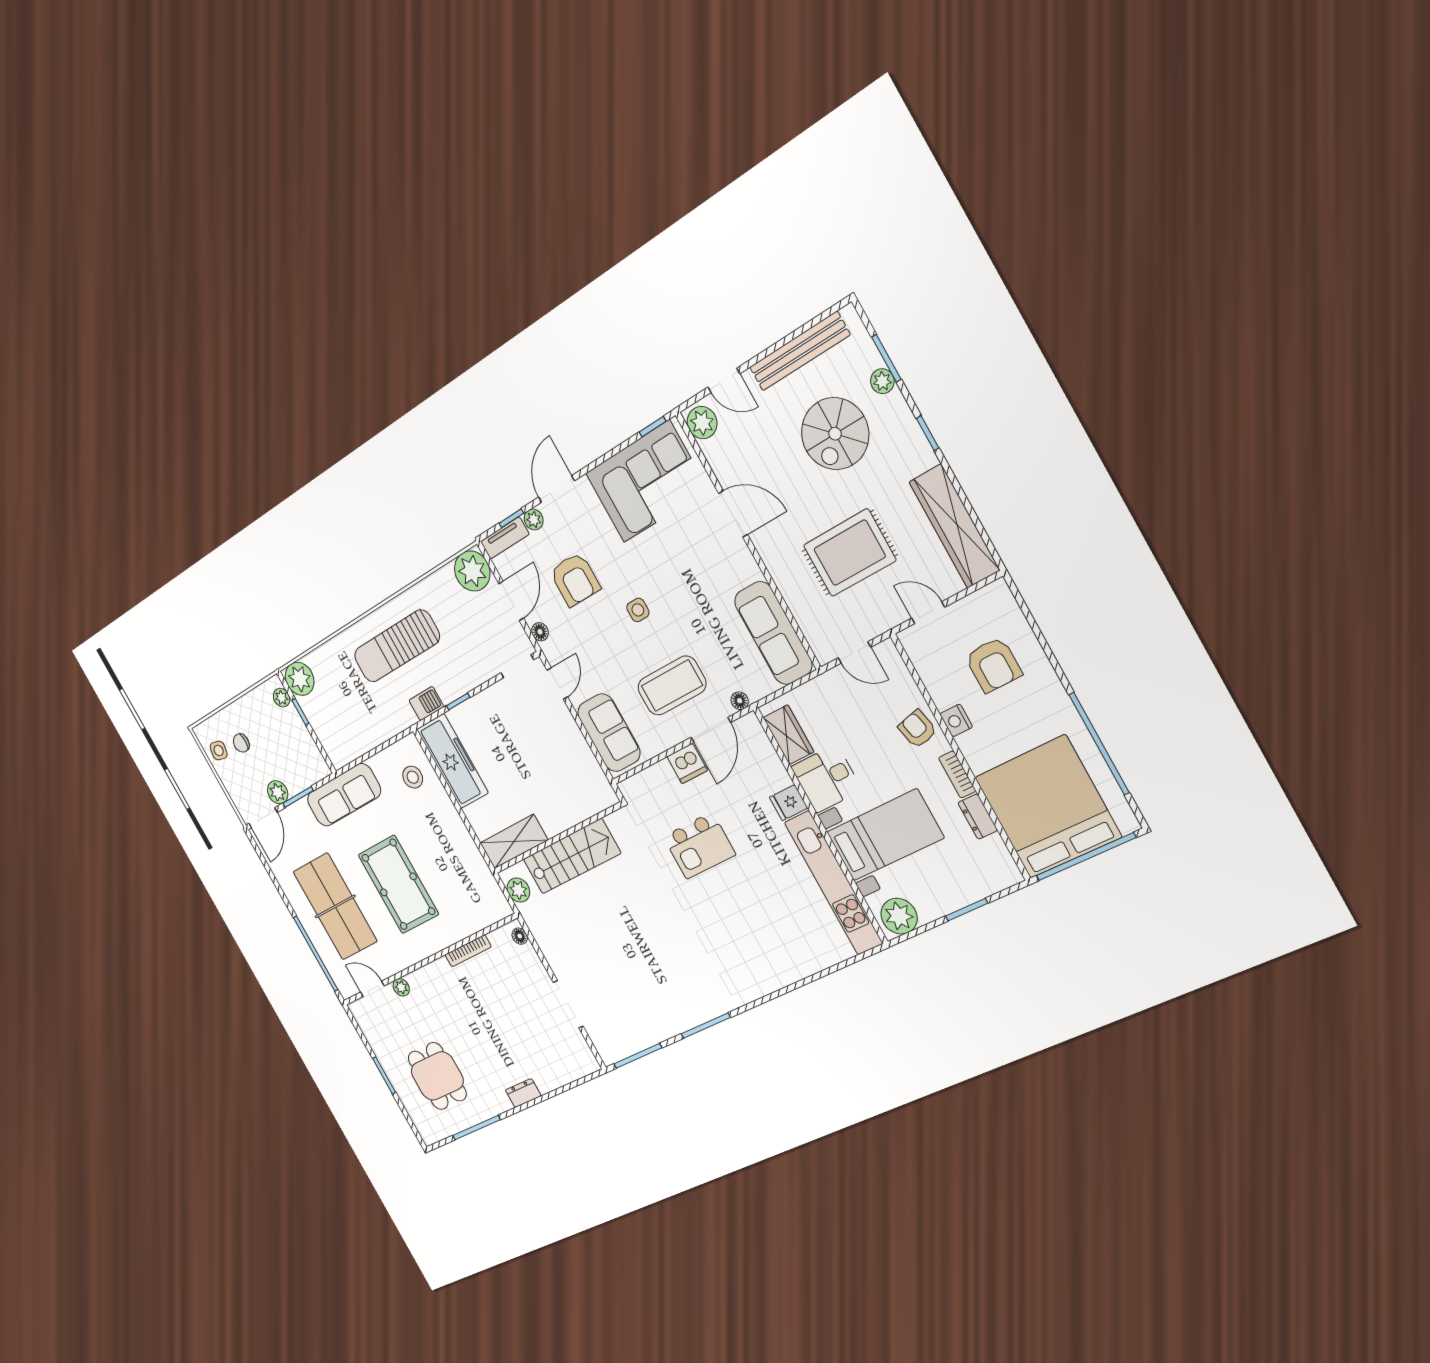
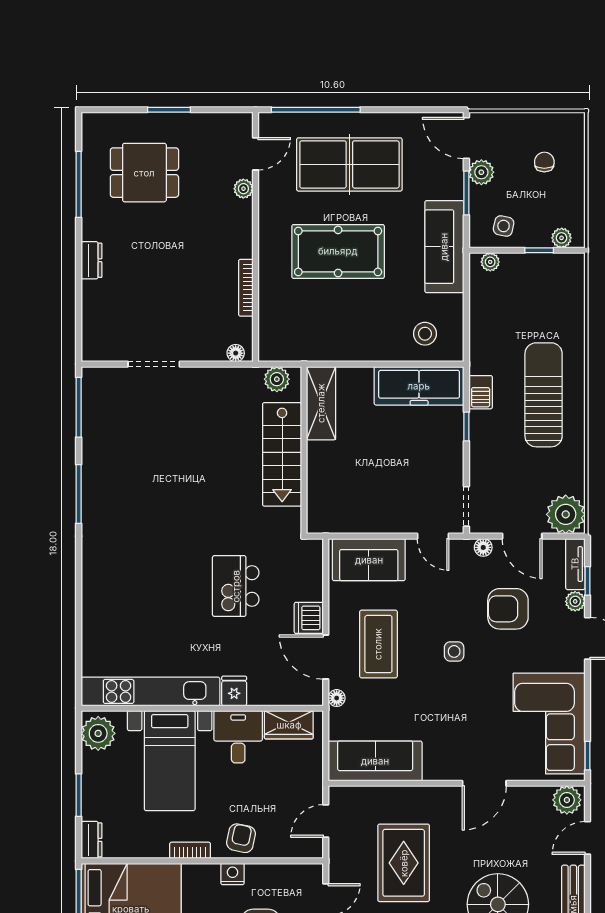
plant: (300, 679) -> (490, 262), moved, width x0.53, depth x0.53
armchair: (917, 729) -> (241, 838), turned -65
side table: (219, 750) -> (504, 226), moved
dresser: (978, 816) -> (91, 840), moved, turned 90

